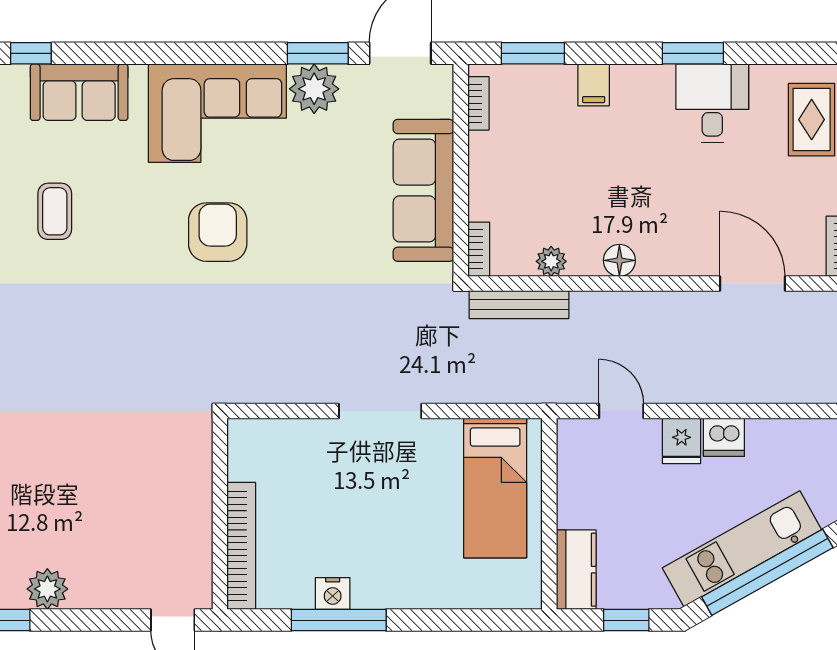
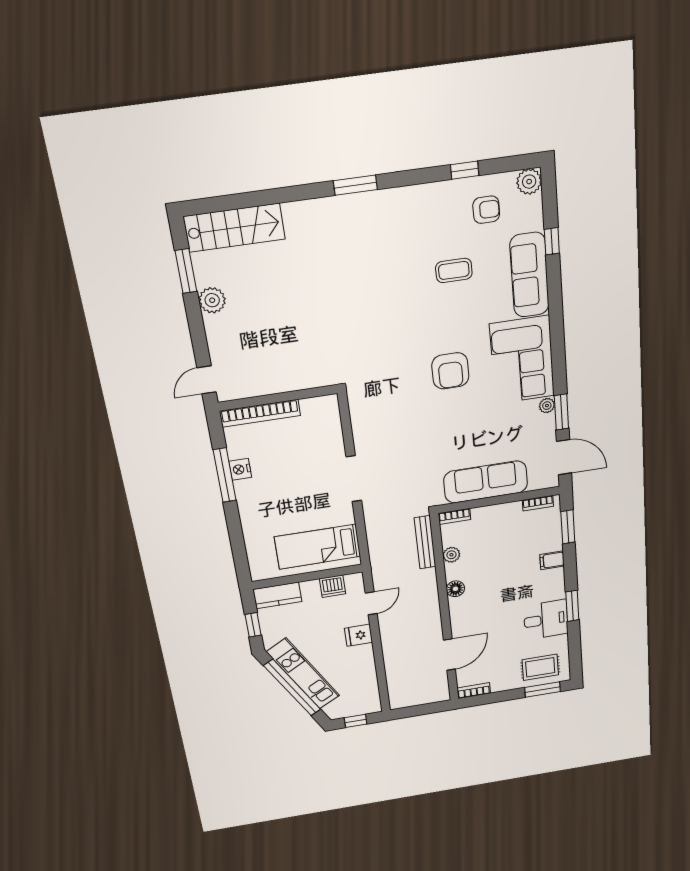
plant: (314, 89) -> (547, 406), width x0.53, depth x0.53
sofa: (79, 92) -> (530, 275), width x1.36
armchair: (218, 232) -> (450, 371), turned 90
dishwasher: (724, 437) -> (333, 586), moved, turned -90

